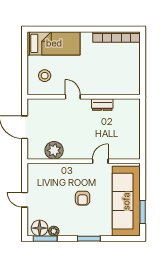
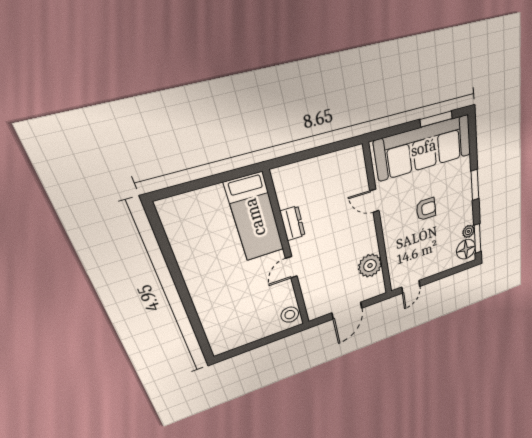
bookcase: (116, 37) -> (176, 236), removed
bed: (54, 43) -> (255, 217), moved, turned 180
stool: (45, 76) -> (290, 315), moved
door: (25, 200) -> (411, 287), moved

